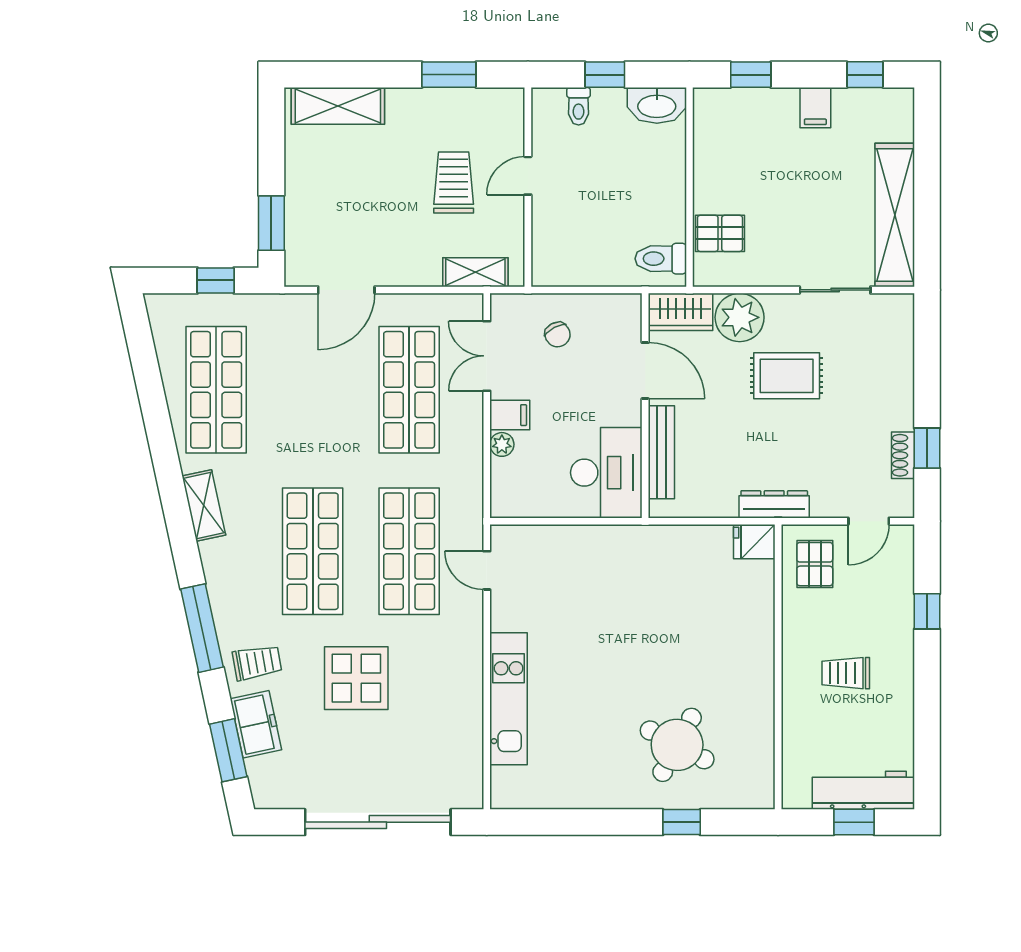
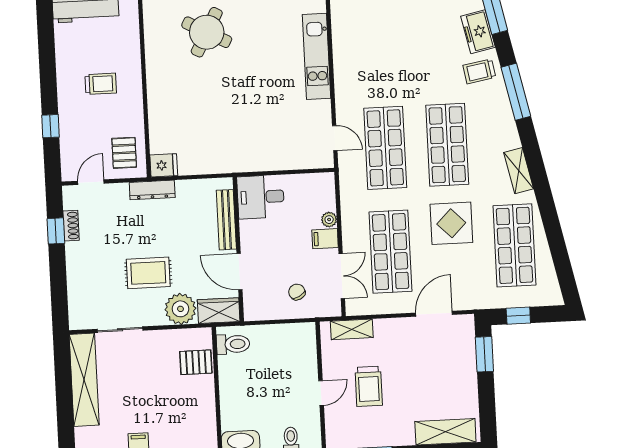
desk: (606, 473) -> (261, 197), width x0.73
display table: (356, 678) -> (451, 223), moved

